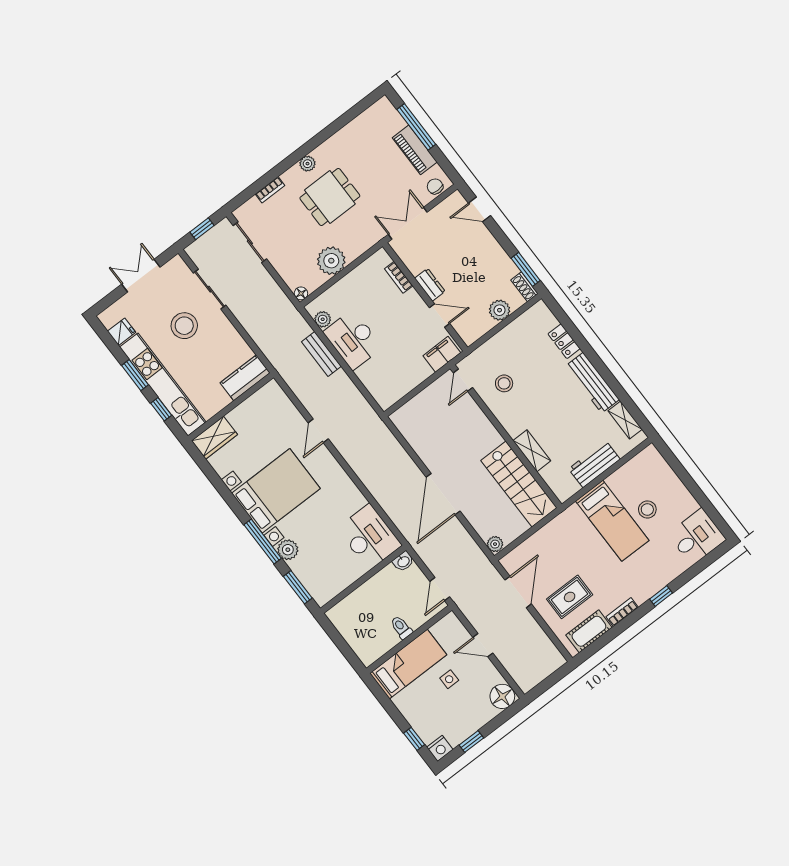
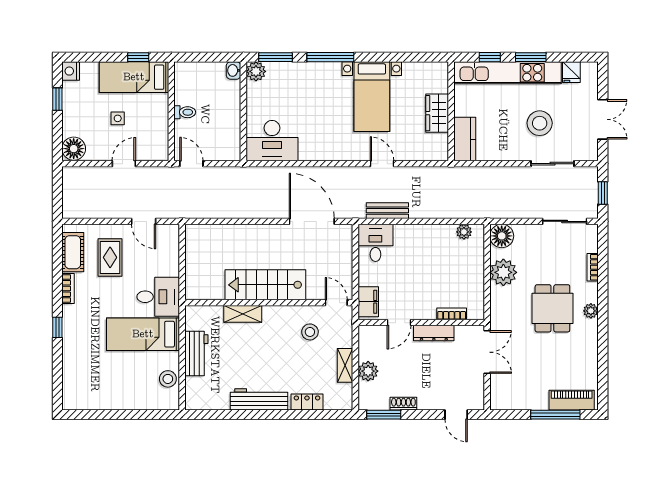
piano: (415, 150) -> (572, 400), moved
chair: (435, 186) -> (499, 394), removed
door: (480, 209) -> (456, 415), swing flipped
dresser: (430, 285) -> (434, 333), width x1.44
shoe rack: (524, 287) -> (403, 404), moved
floor lamp: (301, 293) -> (502, 236), width x1.89, depth x1.89
desk: (353, 340) -> (375, 243), moved, width x0.73
bench: (321, 354) -> (387, 211), moved
shelving: (625, 420) -> (345, 365), moved, turned 90
wardrobe: (214, 438) -> (437, 113), moved
stairs: (519, 484) -> (265, 285), moved
bed with nightstands: (276, 491) -> (372, 97), width x0.73
door: (443, 494) -> (312, 221), moved
stool: (647, 510) -> (168, 379), moved
desk: (697, 537) -> (158, 297), moved, turned -90
plant: (495, 544) -> (193, 232), removed
plant: (288, 550) -> (256, 71), moved
washbasin: (403, 561) -> (234, 70), moved
door: (518, 592) -> (144, 221), width x0.73
bed: (408, 664) -> (134, 77), moved, turned 90
window: (414, 739) -> (138, 57), moved

